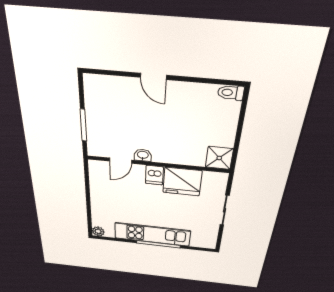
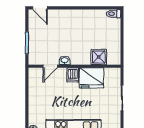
door: (153, 76) -> (40, 8), moved
shower: (219, 158) -> (99, 57), moved

